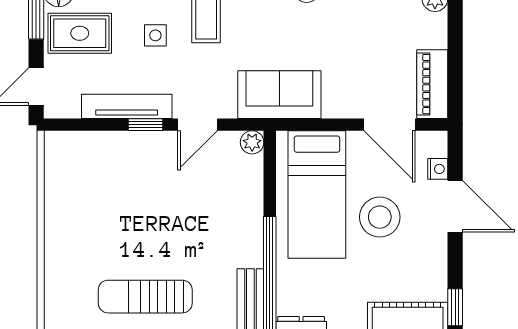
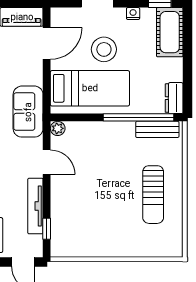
window: (145, 125) -> (47, 229), moved
nightstand: (438, 169) -> (133, 14), moved

